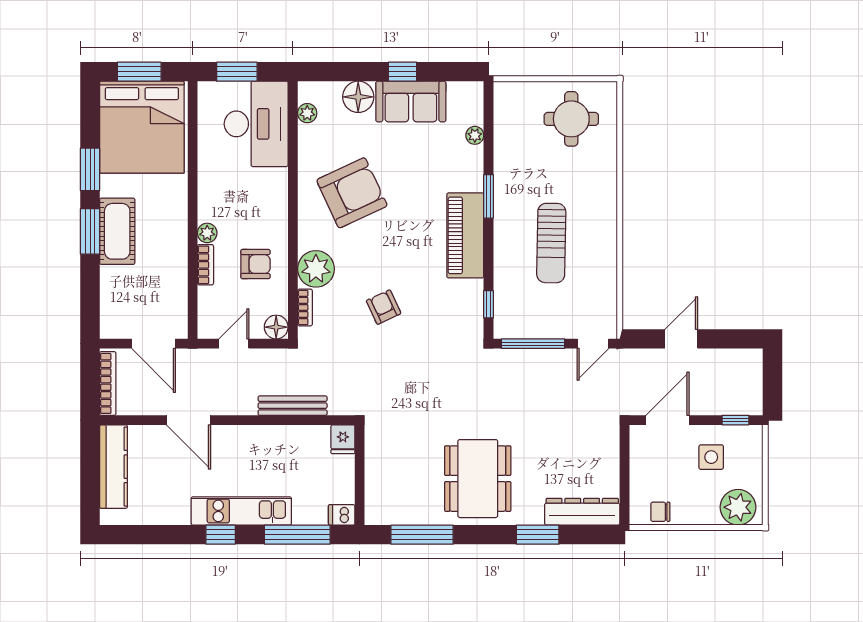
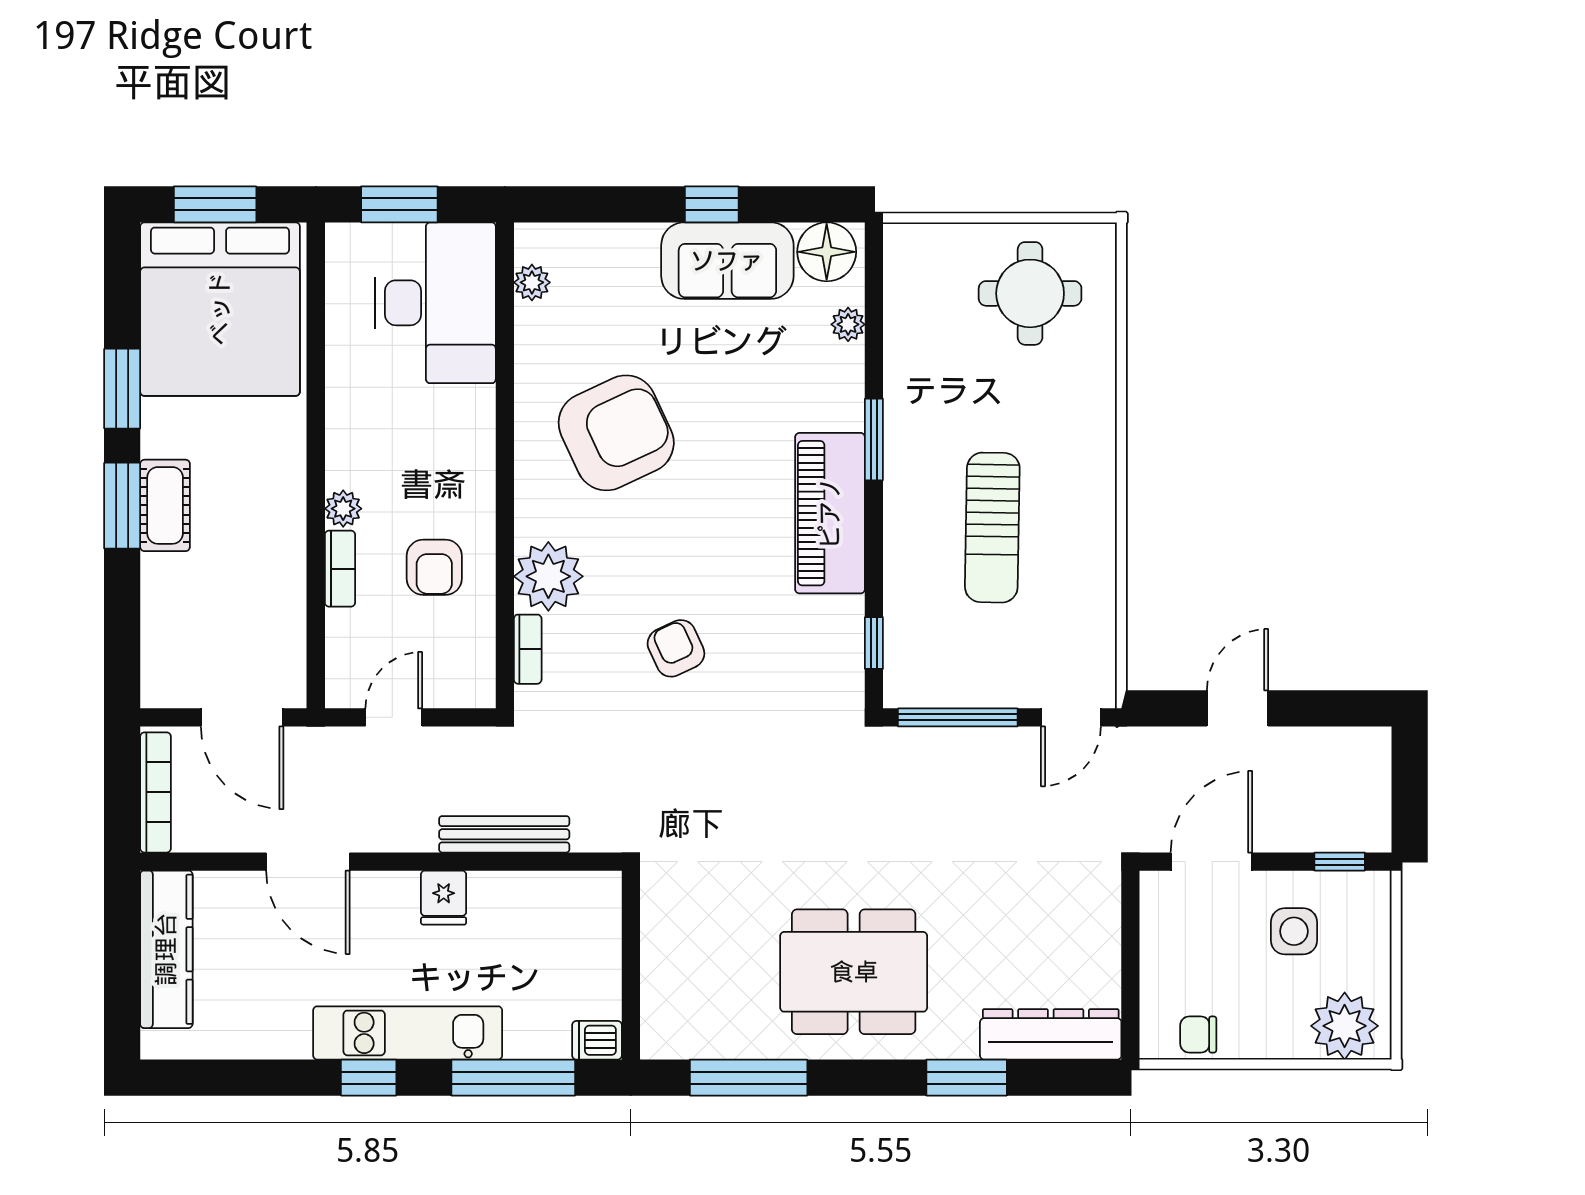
floor lamp: (358, 97) -> (827, 252), moved
cot: (117, 231) -> (165, 505), width x0.73, depth x0.75
armchair: (255, 264) -> (434, 567), turned 90
floor lamp: (276, 327) -> (473, 686), removed
fridge: (343, 439) -> (444, 898), moved
dining table: (478, 479) -> (854, 972), turned 90

